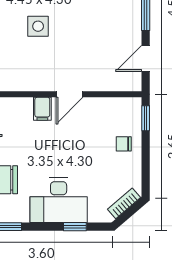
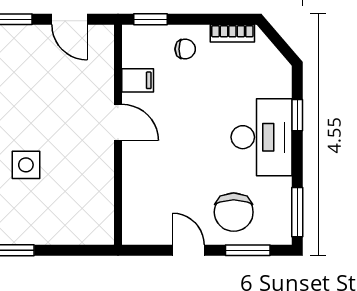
filing cabinet: (42, 109) -> (138, 80), moved
chair: (124, 144) -> (185, 49), turned -90
bookcase: (124, 203) -> (232, 33), moved, turned -49

